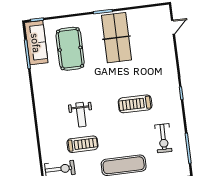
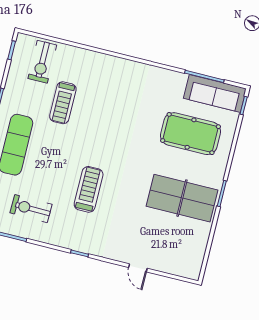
door: (173, 27) -> (138, 268), moved
weight bench: (81, 115) -> (101, 115), removed

